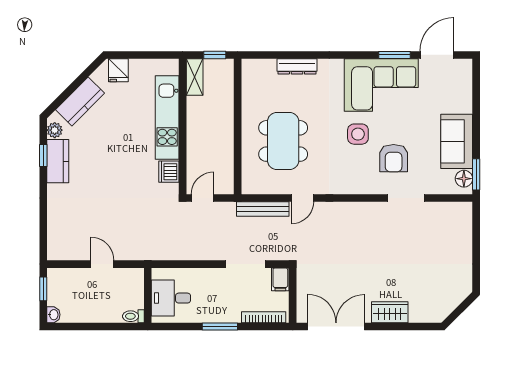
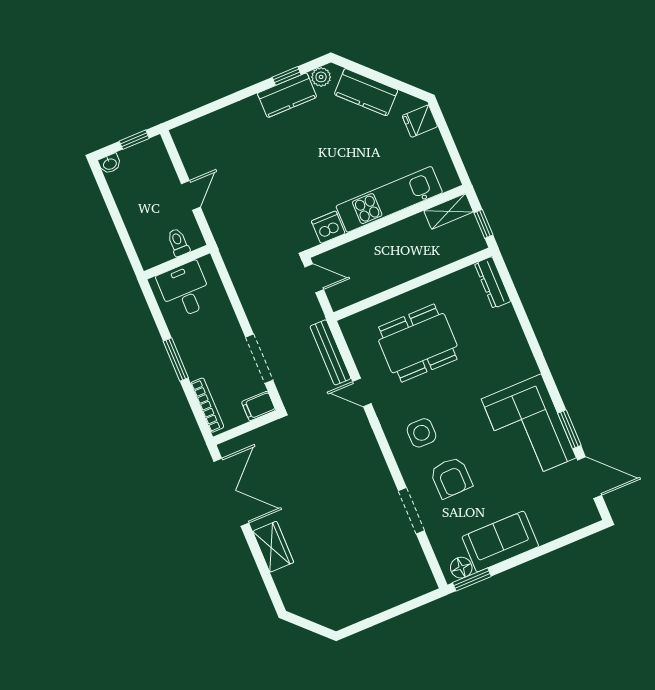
dresser: (297, 66) -> (493, 282), moved
side table: (358, 134) -> (421, 433), moved
armchair: (394, 158) -> (451, 477), turned -91
toilet: (133, 316) -> (178, 242), moved

